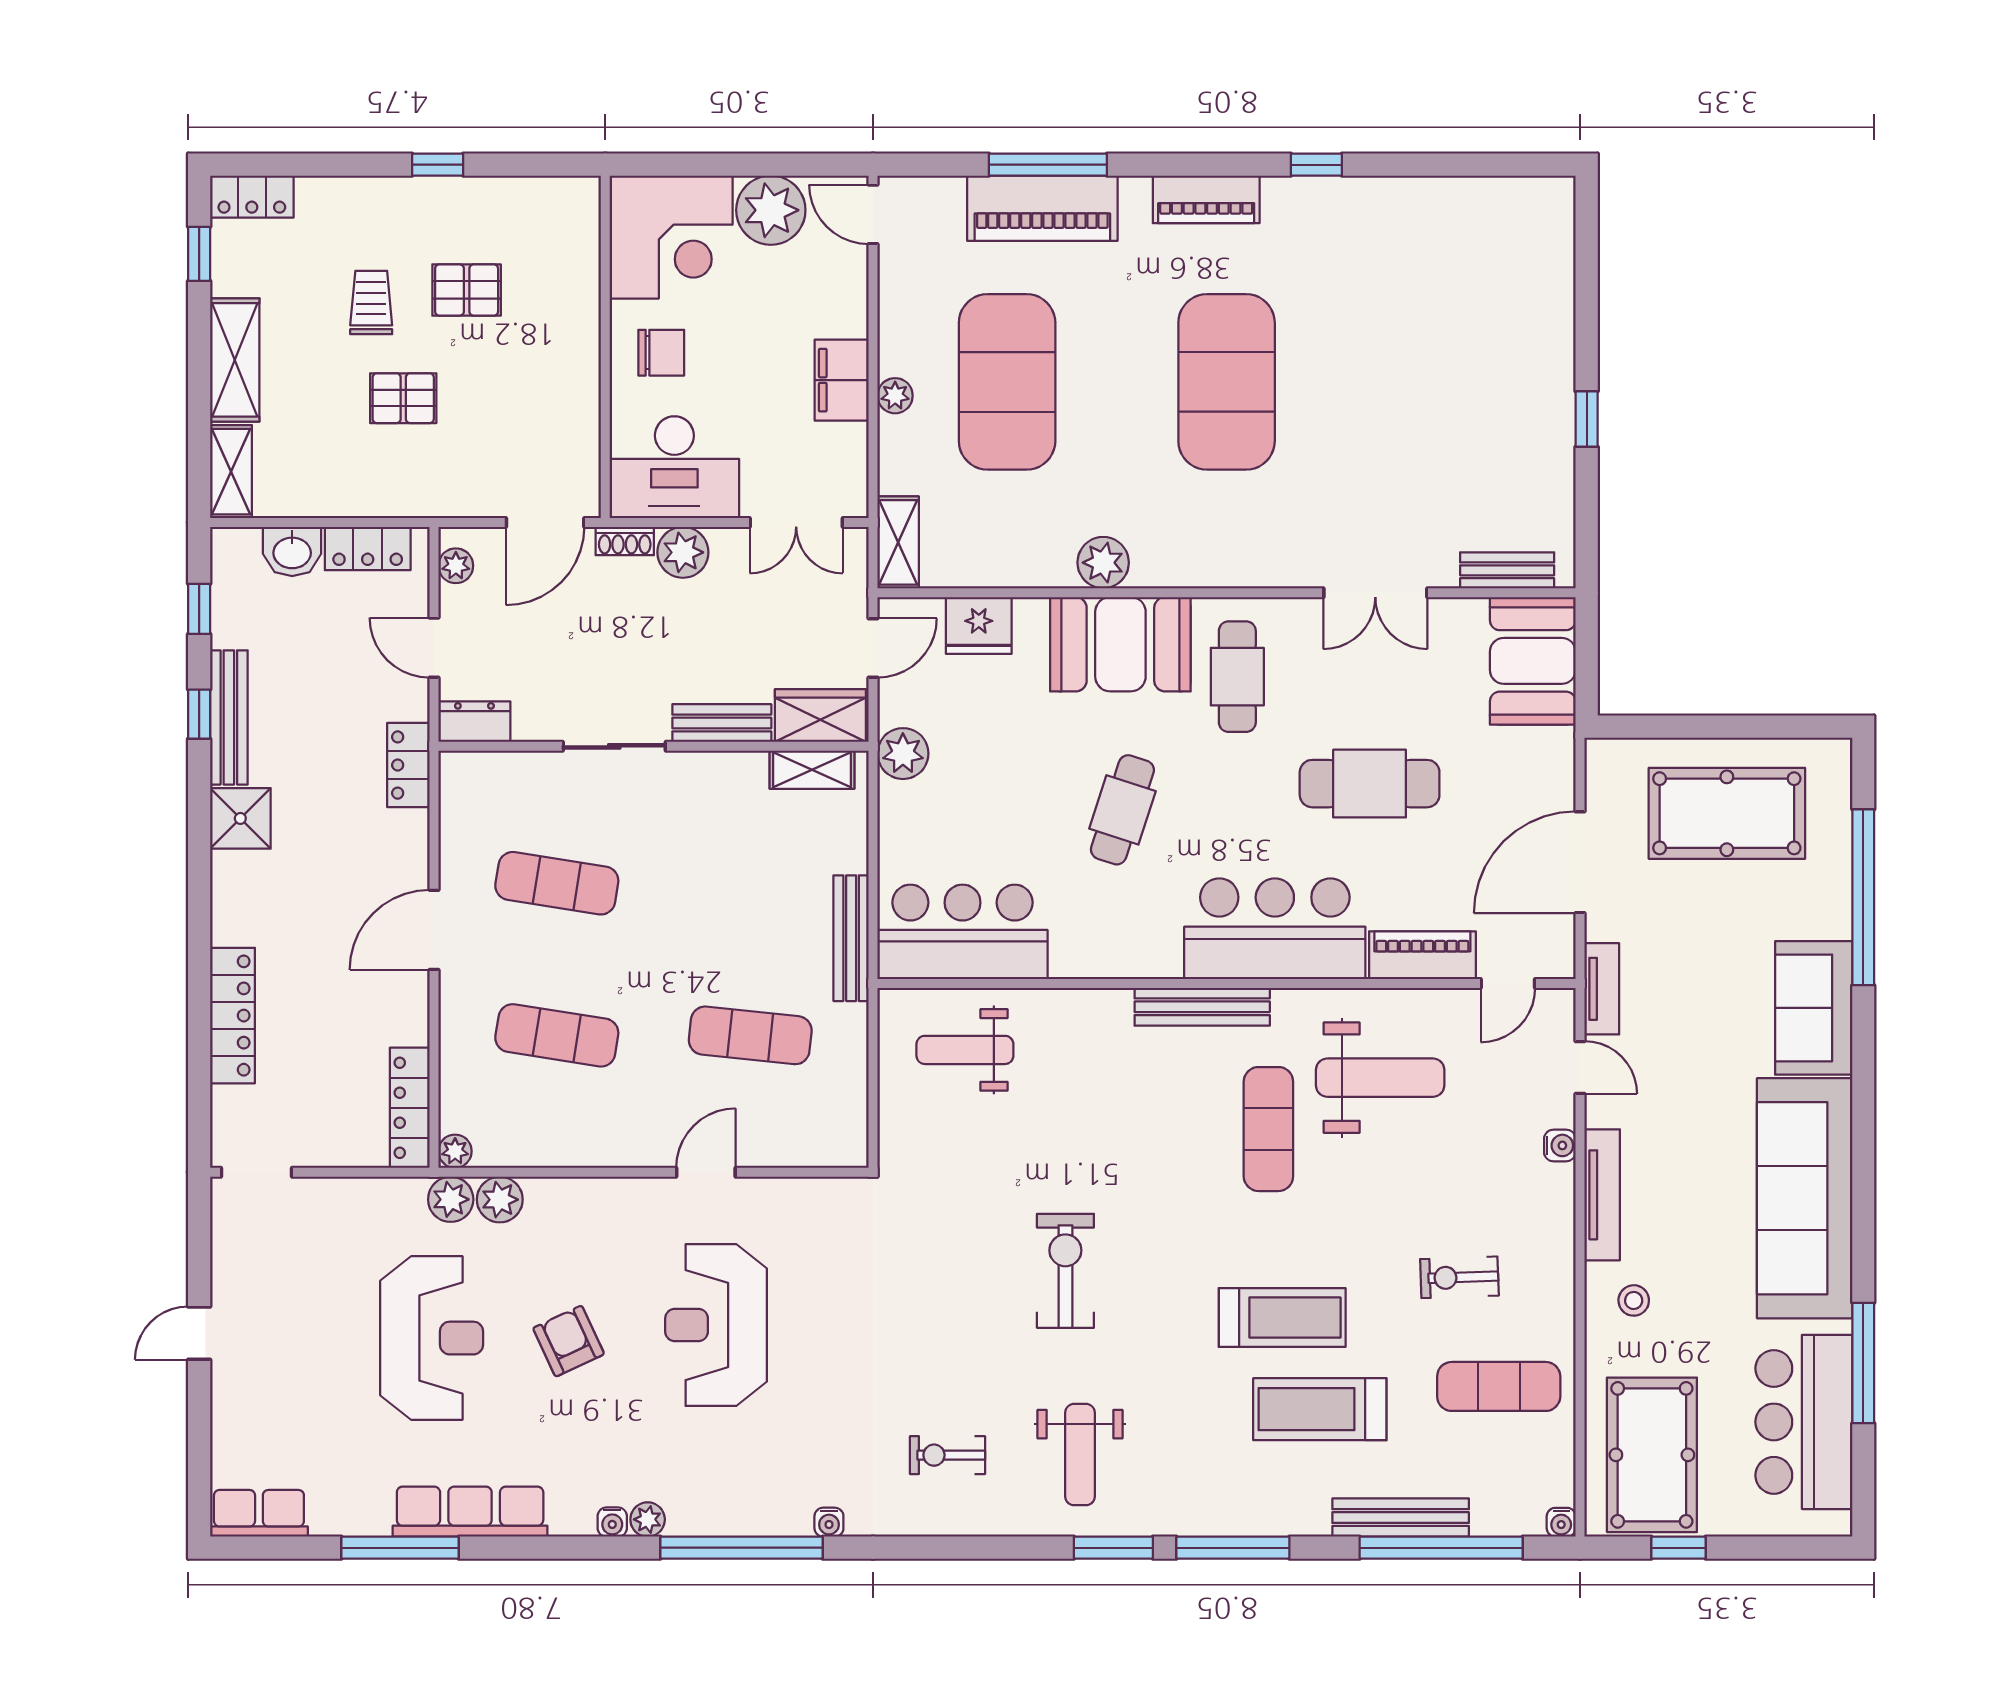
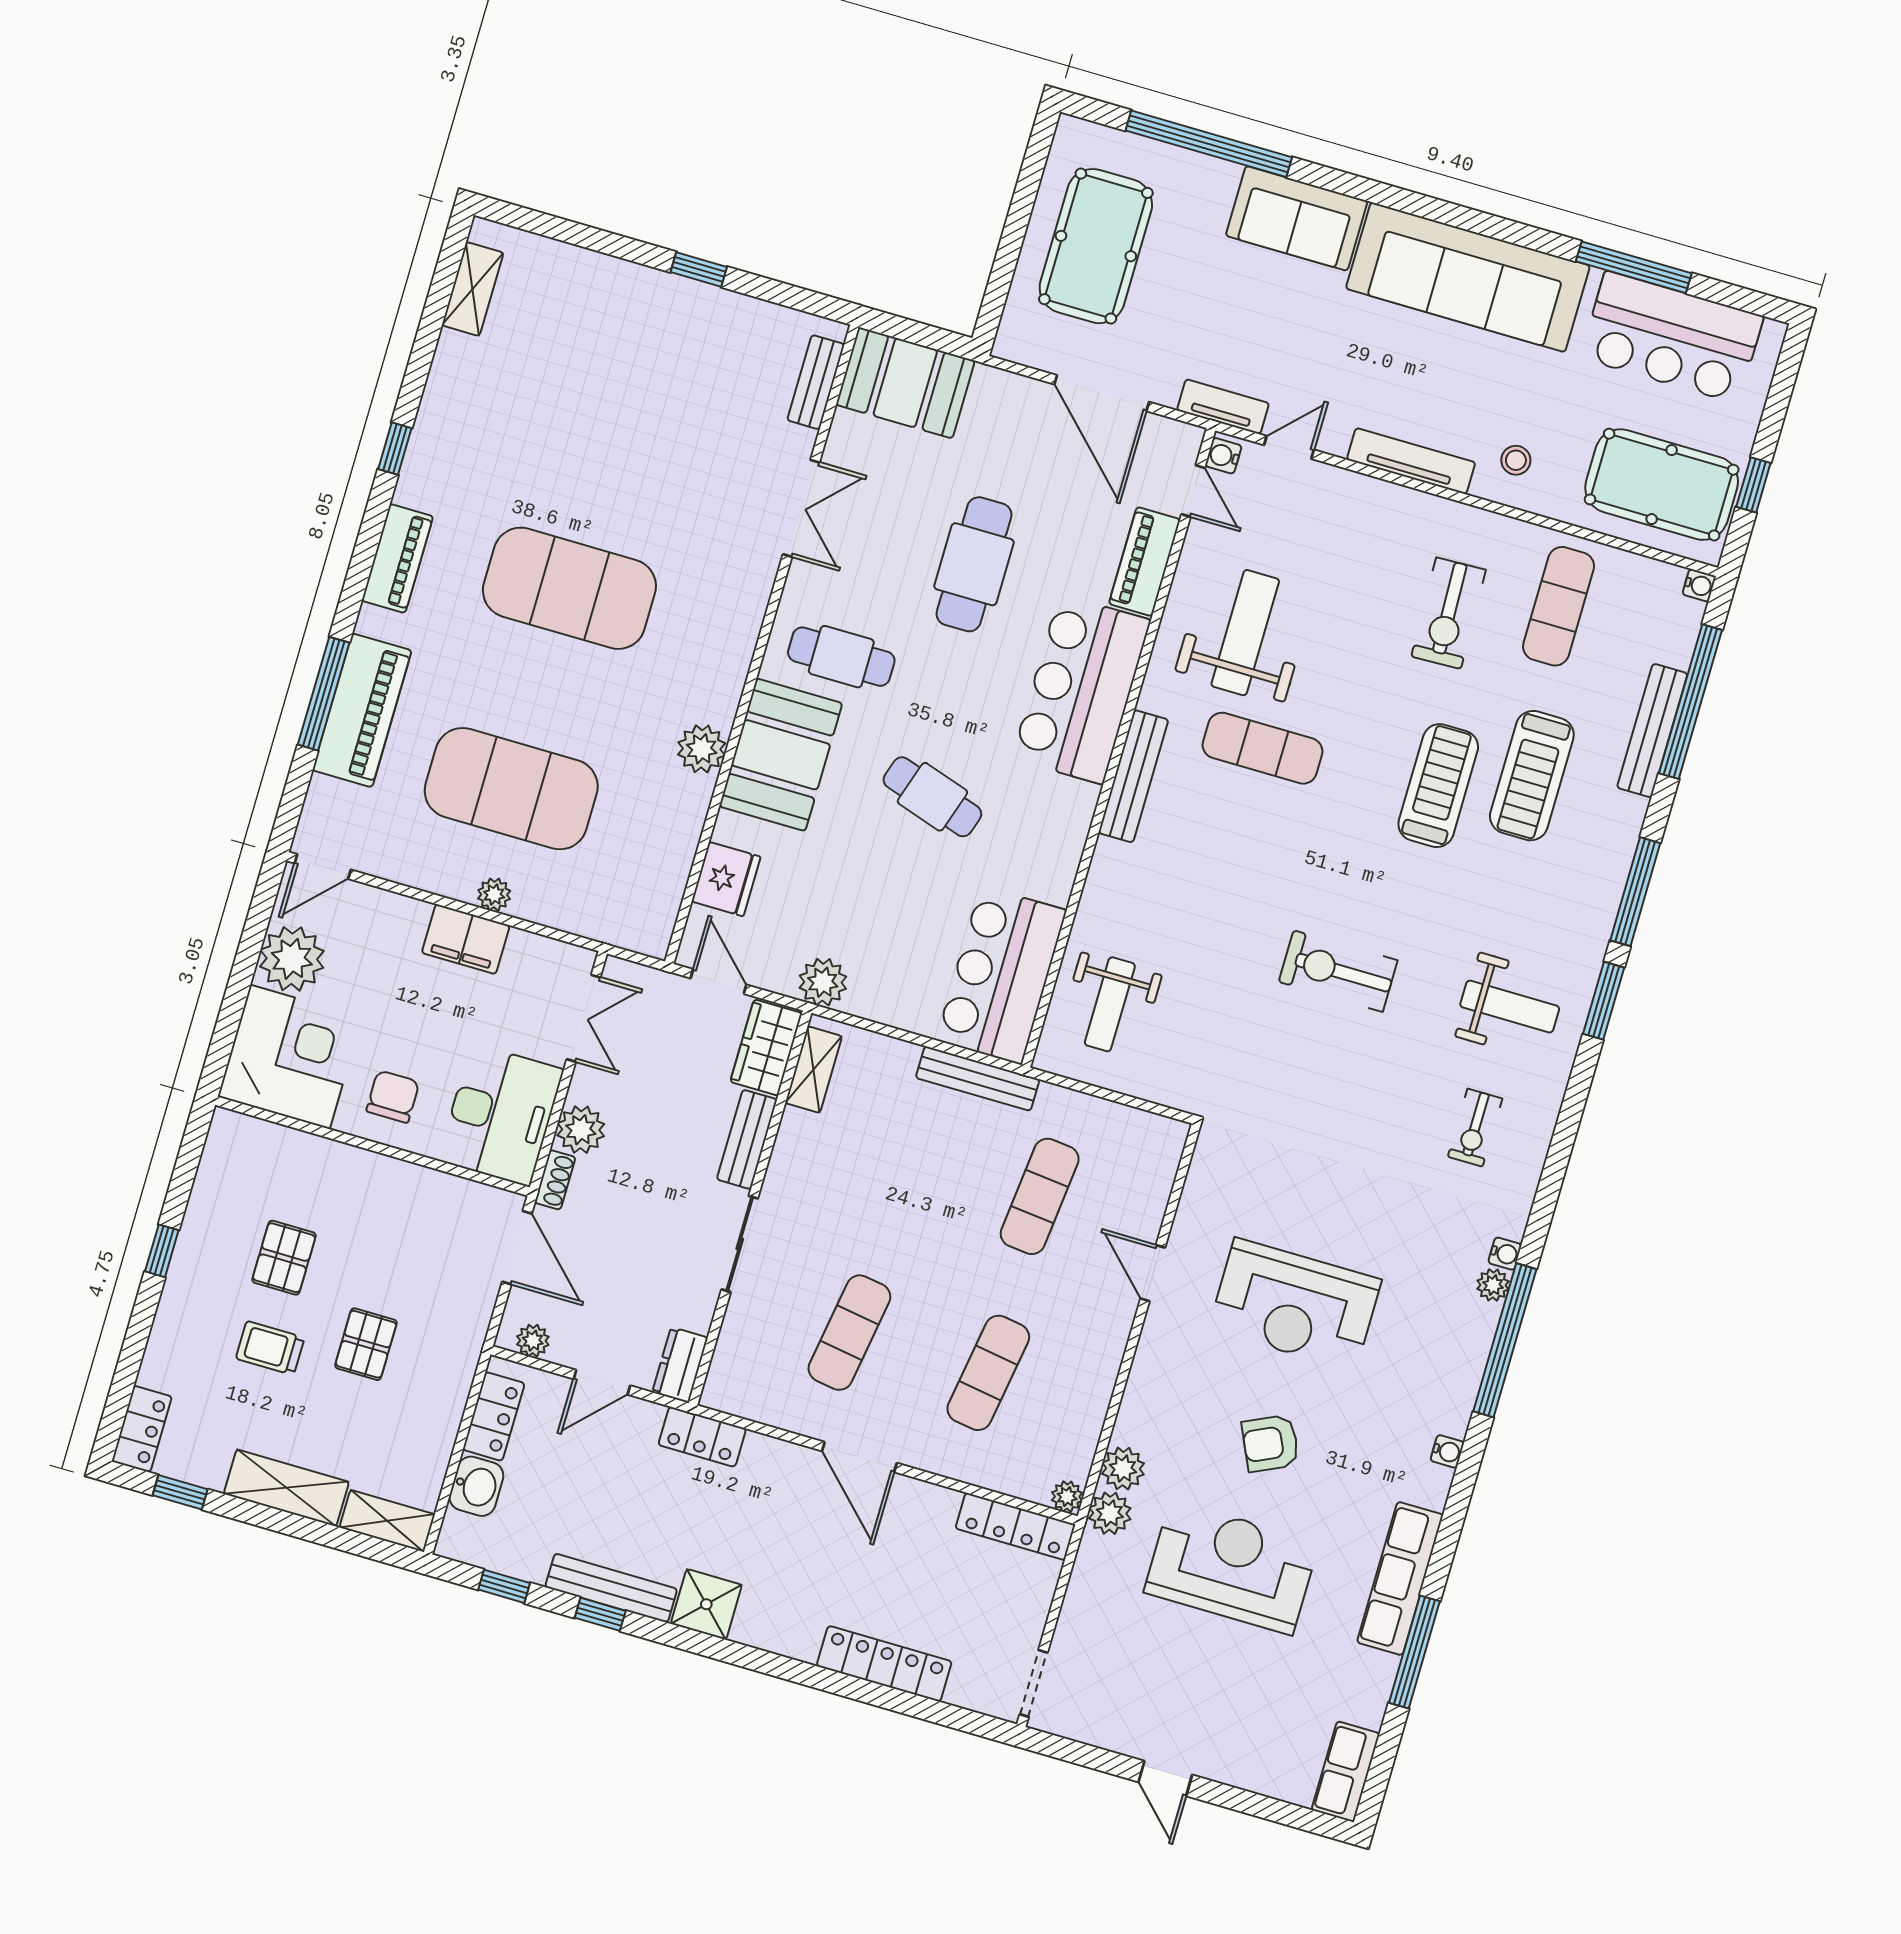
shelving: (898, 542) -> (473, 289), moved, turned 90
water cooler: (1560, 1145) -> (1223, 456), moved, turned -90
exercise bike: (1459, 1277) -> (1449, 613), width x1.38, depth x1.39
plant: (648, 1519) -> (1493, 1285), moved

